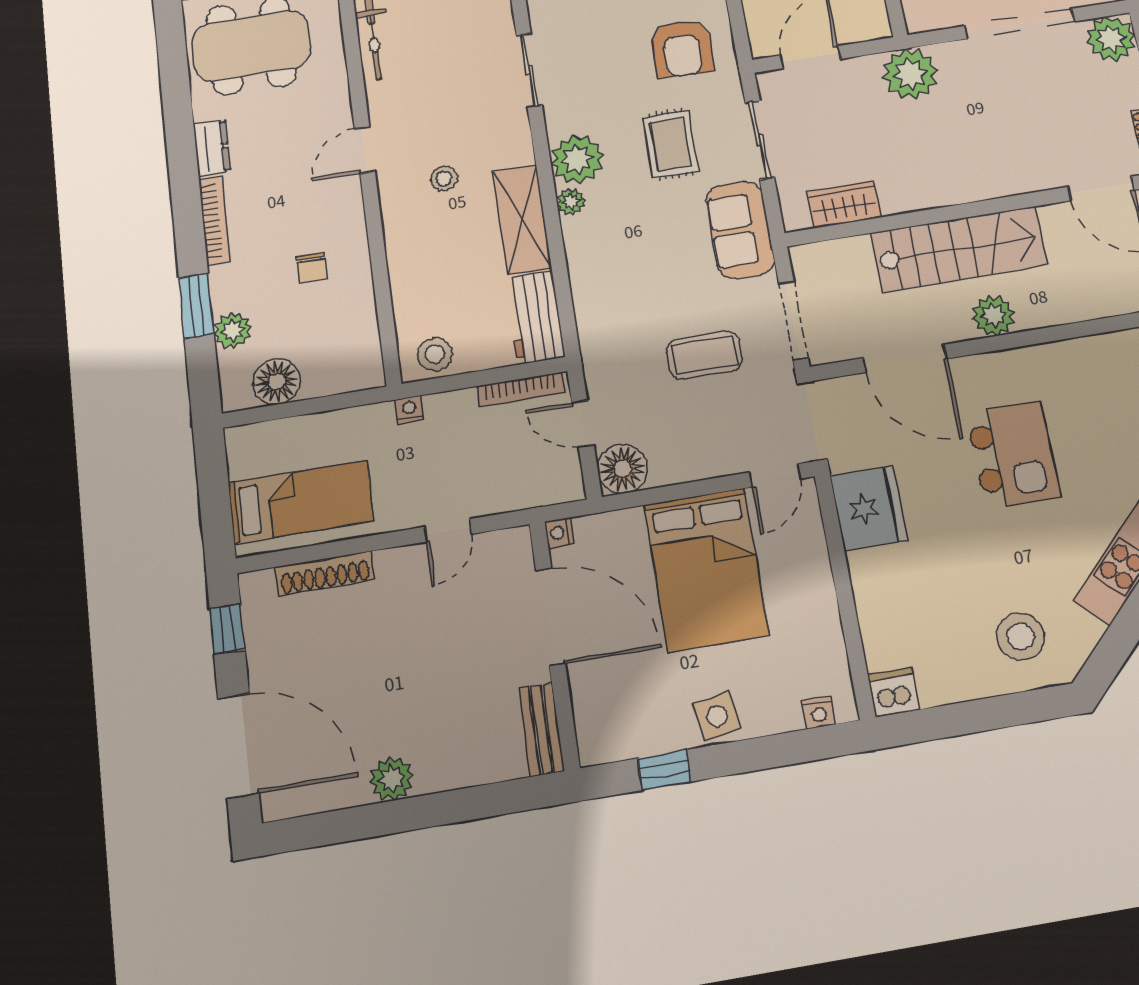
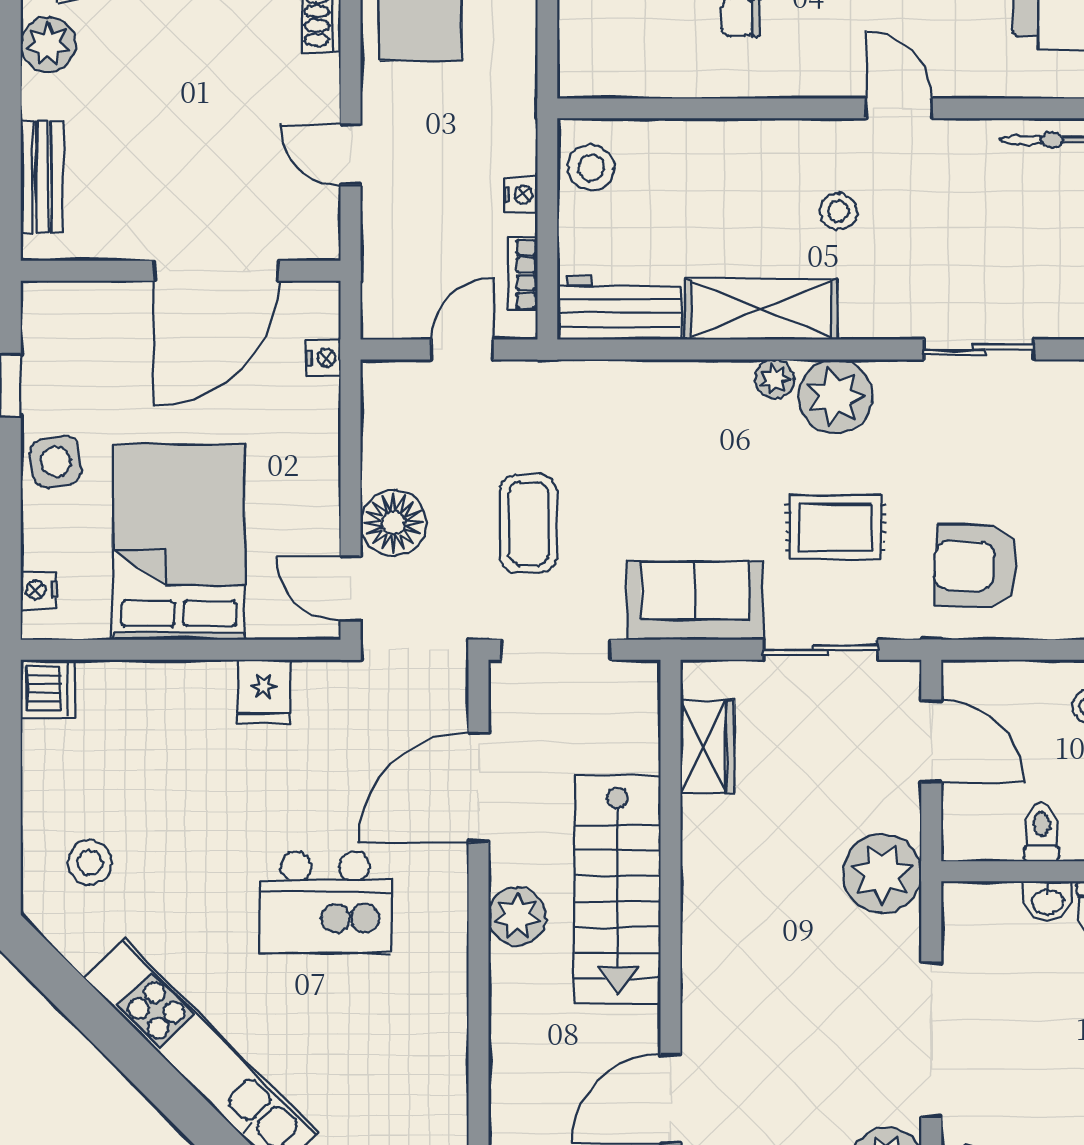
bookcase: (520, 390) -> (523, 274), width x0.64
nightstand: (409, 409) -> (521, 195), moved
floor lamp: (623, 469) -> (393, 523), moved
fridge: (869, 508) -> (264, 691), width x0.53, depth x0.75
nightstand: (559, 533) -> (324, 358), moved, turned 90
bed: (706, 570) -> (179, 542), moved, turned 90
stool: (1021, 636) -> (90, 862), width x0.73, depth x0.73
bench: (542, 729) -> (42, 177), moved, turned 90

